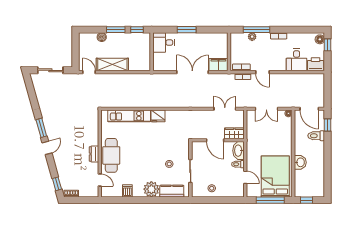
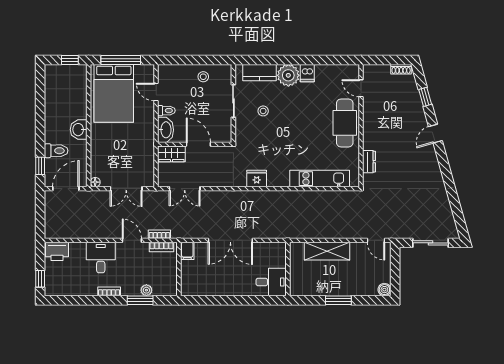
window: (137, 30) -> (308, 300), removed
window: (187, 30) -> (239, 300), removed
window: (257, 30) -> (140, 300), width x0.69
boiler: (102, 37) -> (384, 290), moved
floor lamp: (320, 39) -> (51, 286), removed
desk: (297, 60) -> (101, 257), moved
shelving: (112, 64) -> (327, 251), moved
filing cabinet: (218, 65) -> (187, 251), width x0.50
double door: (266, 109) -> (126, 189), swing flipped
door: (309, 109) -> (66, 189), hinge flipped
fridge: (158, 116) -> (257, 179), moved
window: (41, 128) -> (443, 162), removed
dresser: (94, 154) -> (369, 162), moved
washbasin: (300, 162) -> (79, 130), moved
window: (57, 184) -> (425, 97), moved
dishwasher: (127, 191) -> (307, 73), moved

